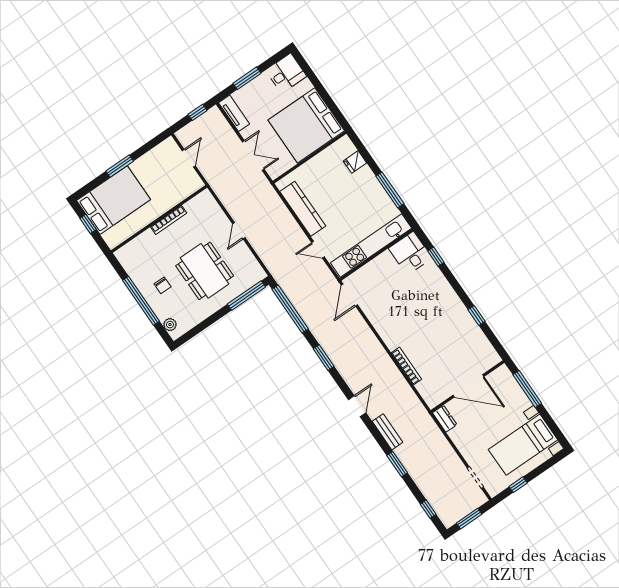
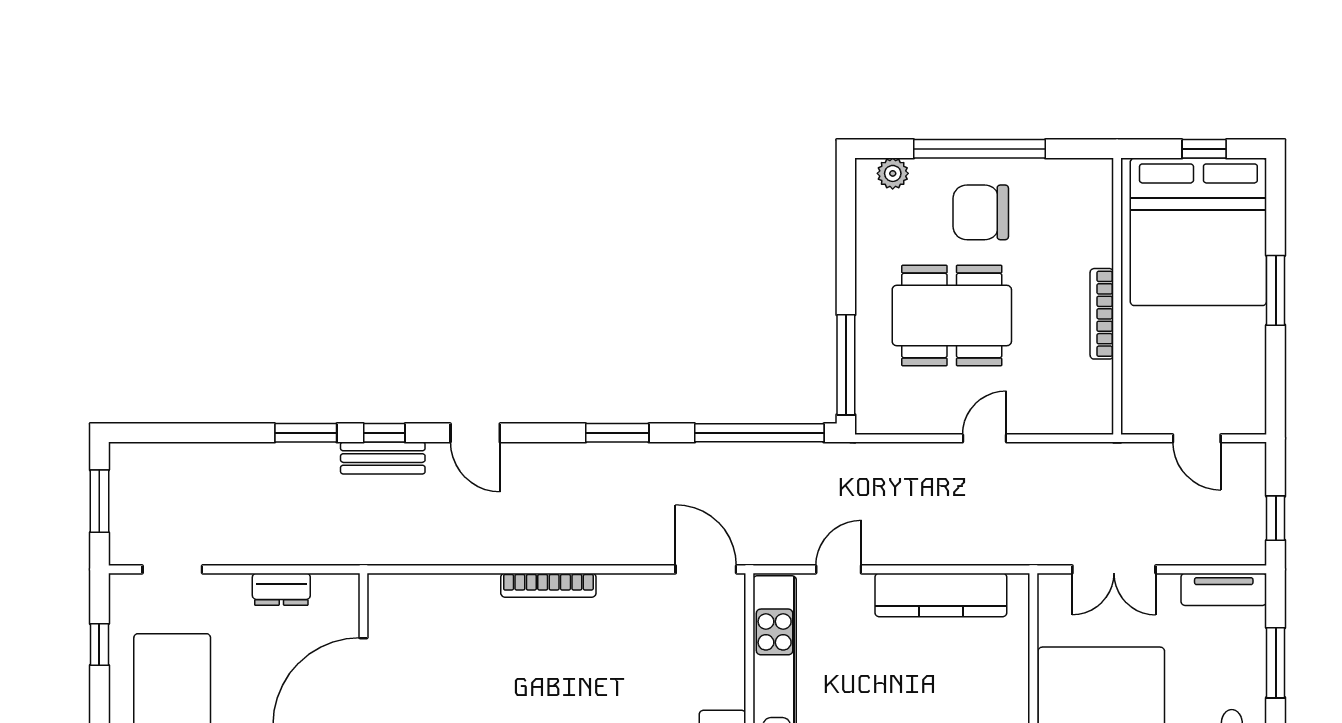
bed: (114, 200) -> (1198, 232), width x1.36
door: (239, 231) -> (985, 438), hinge flipped
chair: (162, 285) -> (981, 212), width x1.87, depth x1.87
bookcase: (406, 366) -> (548, 585), moved
dresser: (445, 419) -> (281, 589), moved
window: (428, 509) -> (384, 433), moved

